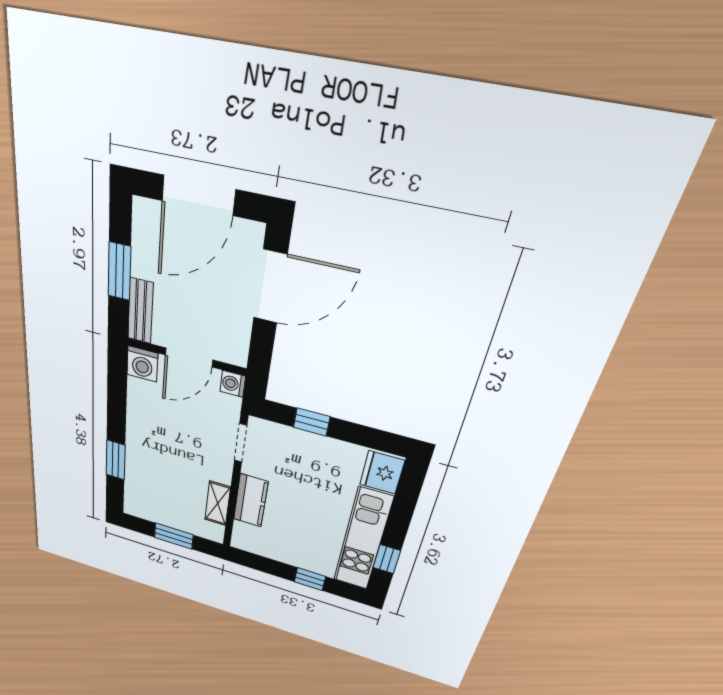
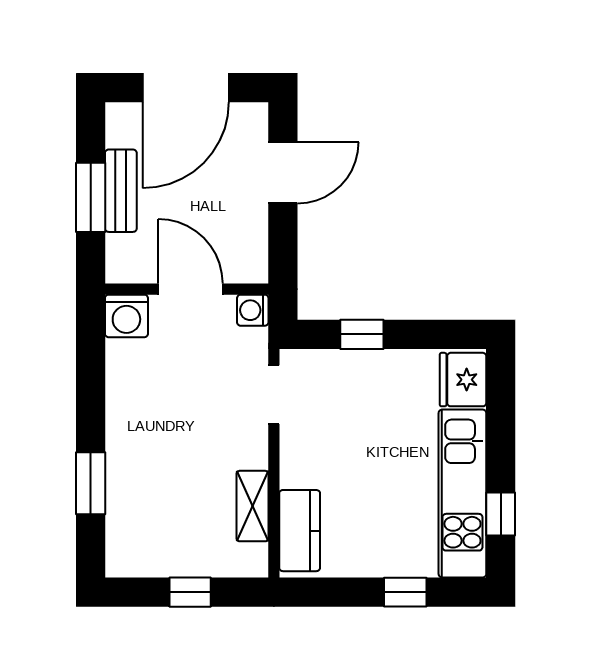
door: (270, 287) -> (283, 173), width x0.73
bench: (140, 311) -> (121, 191), moved
door: (189, 357) -> (191, 289), swing flipped
kitchen counter: (251, 501) -> (300, 531), moved
window: (174, 536) -> (190, 592), width x0.67

